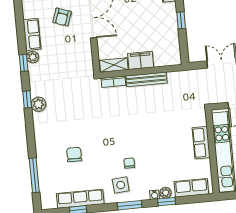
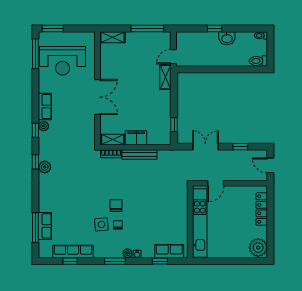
armchair: (62, 17) -> (72, 94), removed
window: (181, 20) -> (174, 125), moved
row of seats: (201, 143) -> (45, 226), moved, turned 180
chair: (74, 154) -> (116, 206), moved
side table: (121, 185) -> (101, 224), moved
plant: (166, 193) -> (127, 253), moved
window: (167, 202) -> (160, 261), moved

